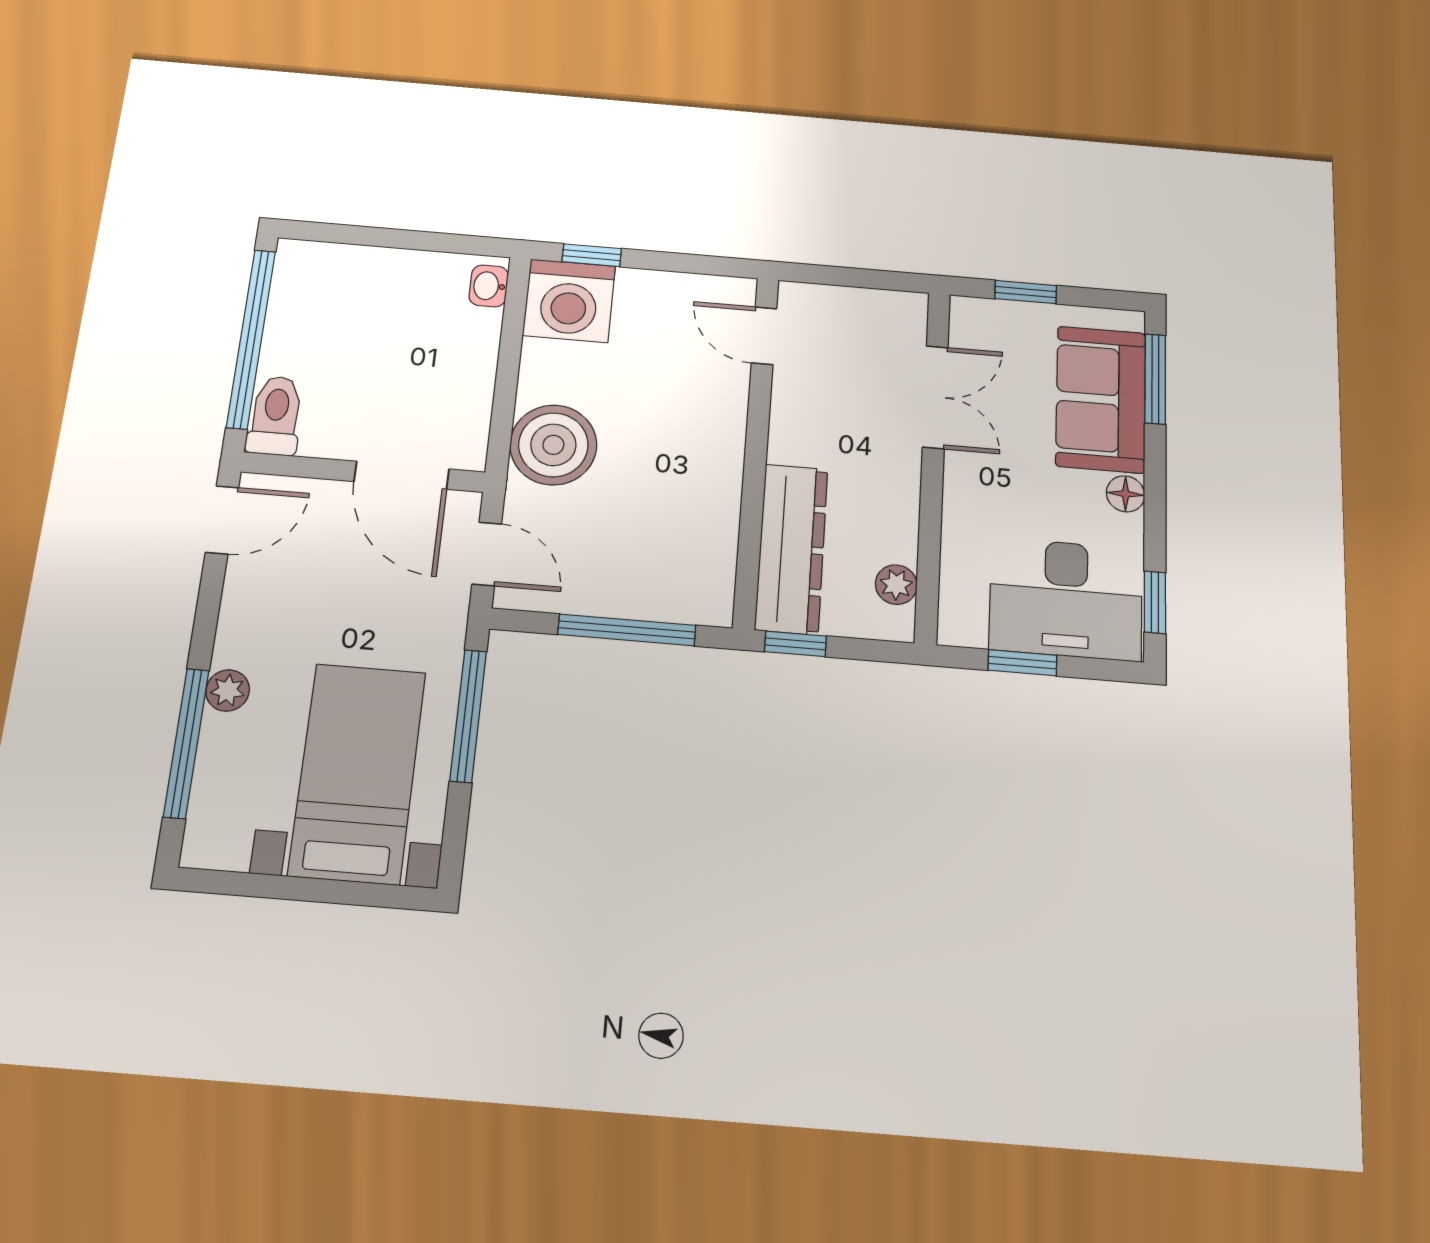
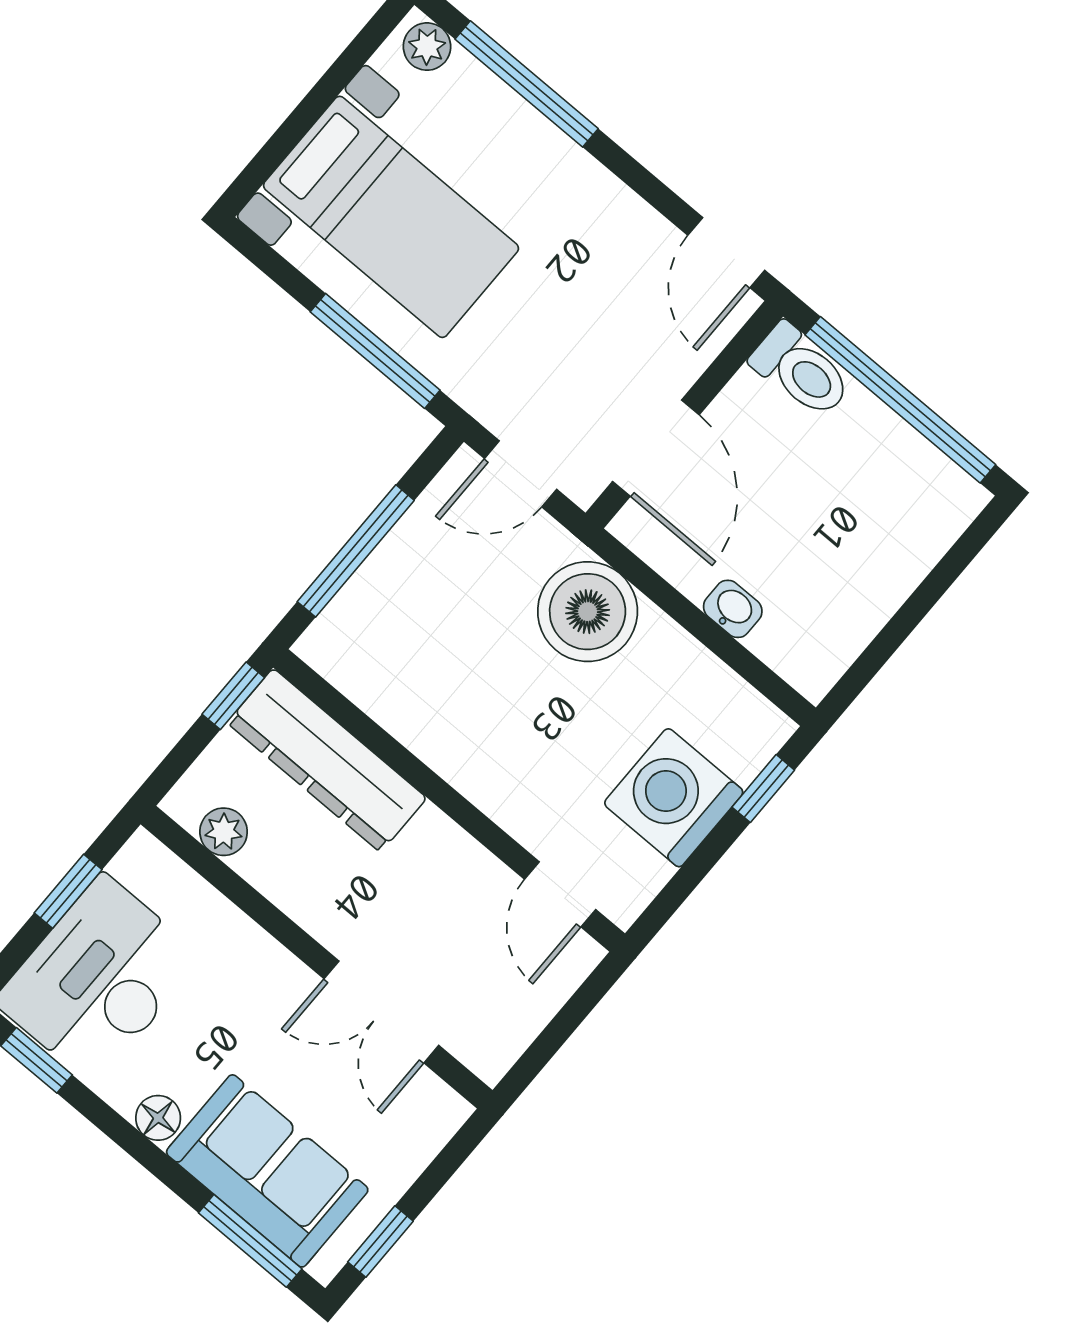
washbasin: (489, 286) -> (733, 609), moved
window: (1026, 292) -> (380, 1241), moved
washing machine: (569, 301) -> (674, 798), moved
door: (764, 336) -> (560, 894), swing flipped
door: (402, 475) -> (656, 448), swing flipped
plant: (228, 691) -> (427, 47), moved

